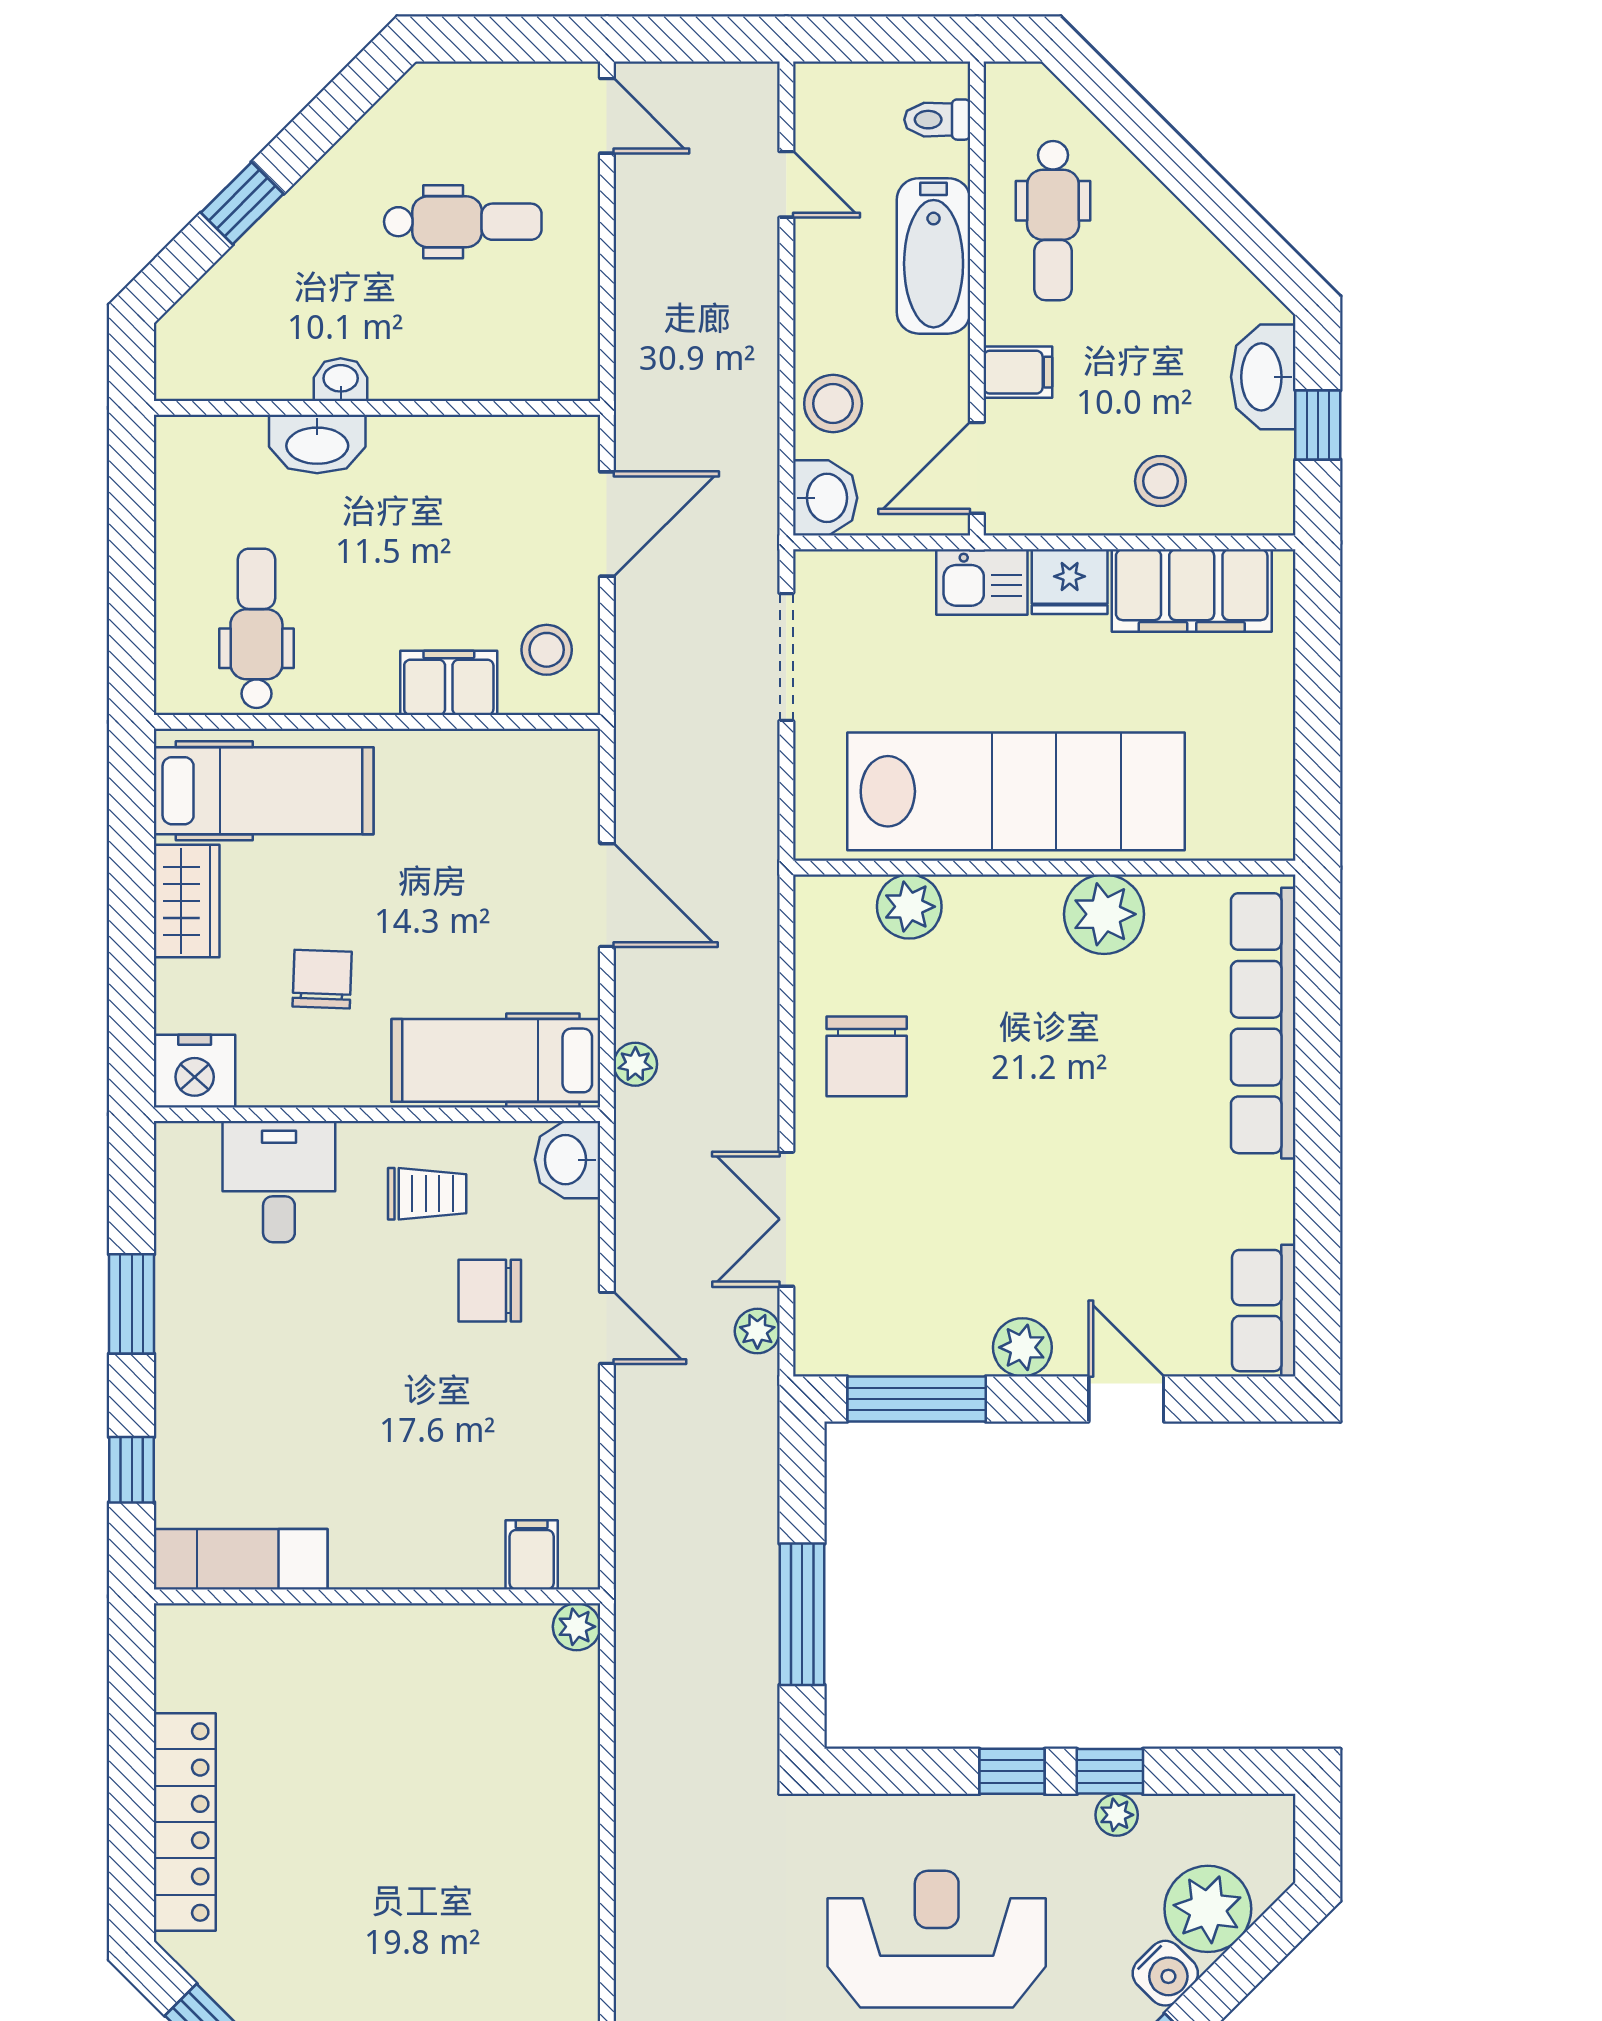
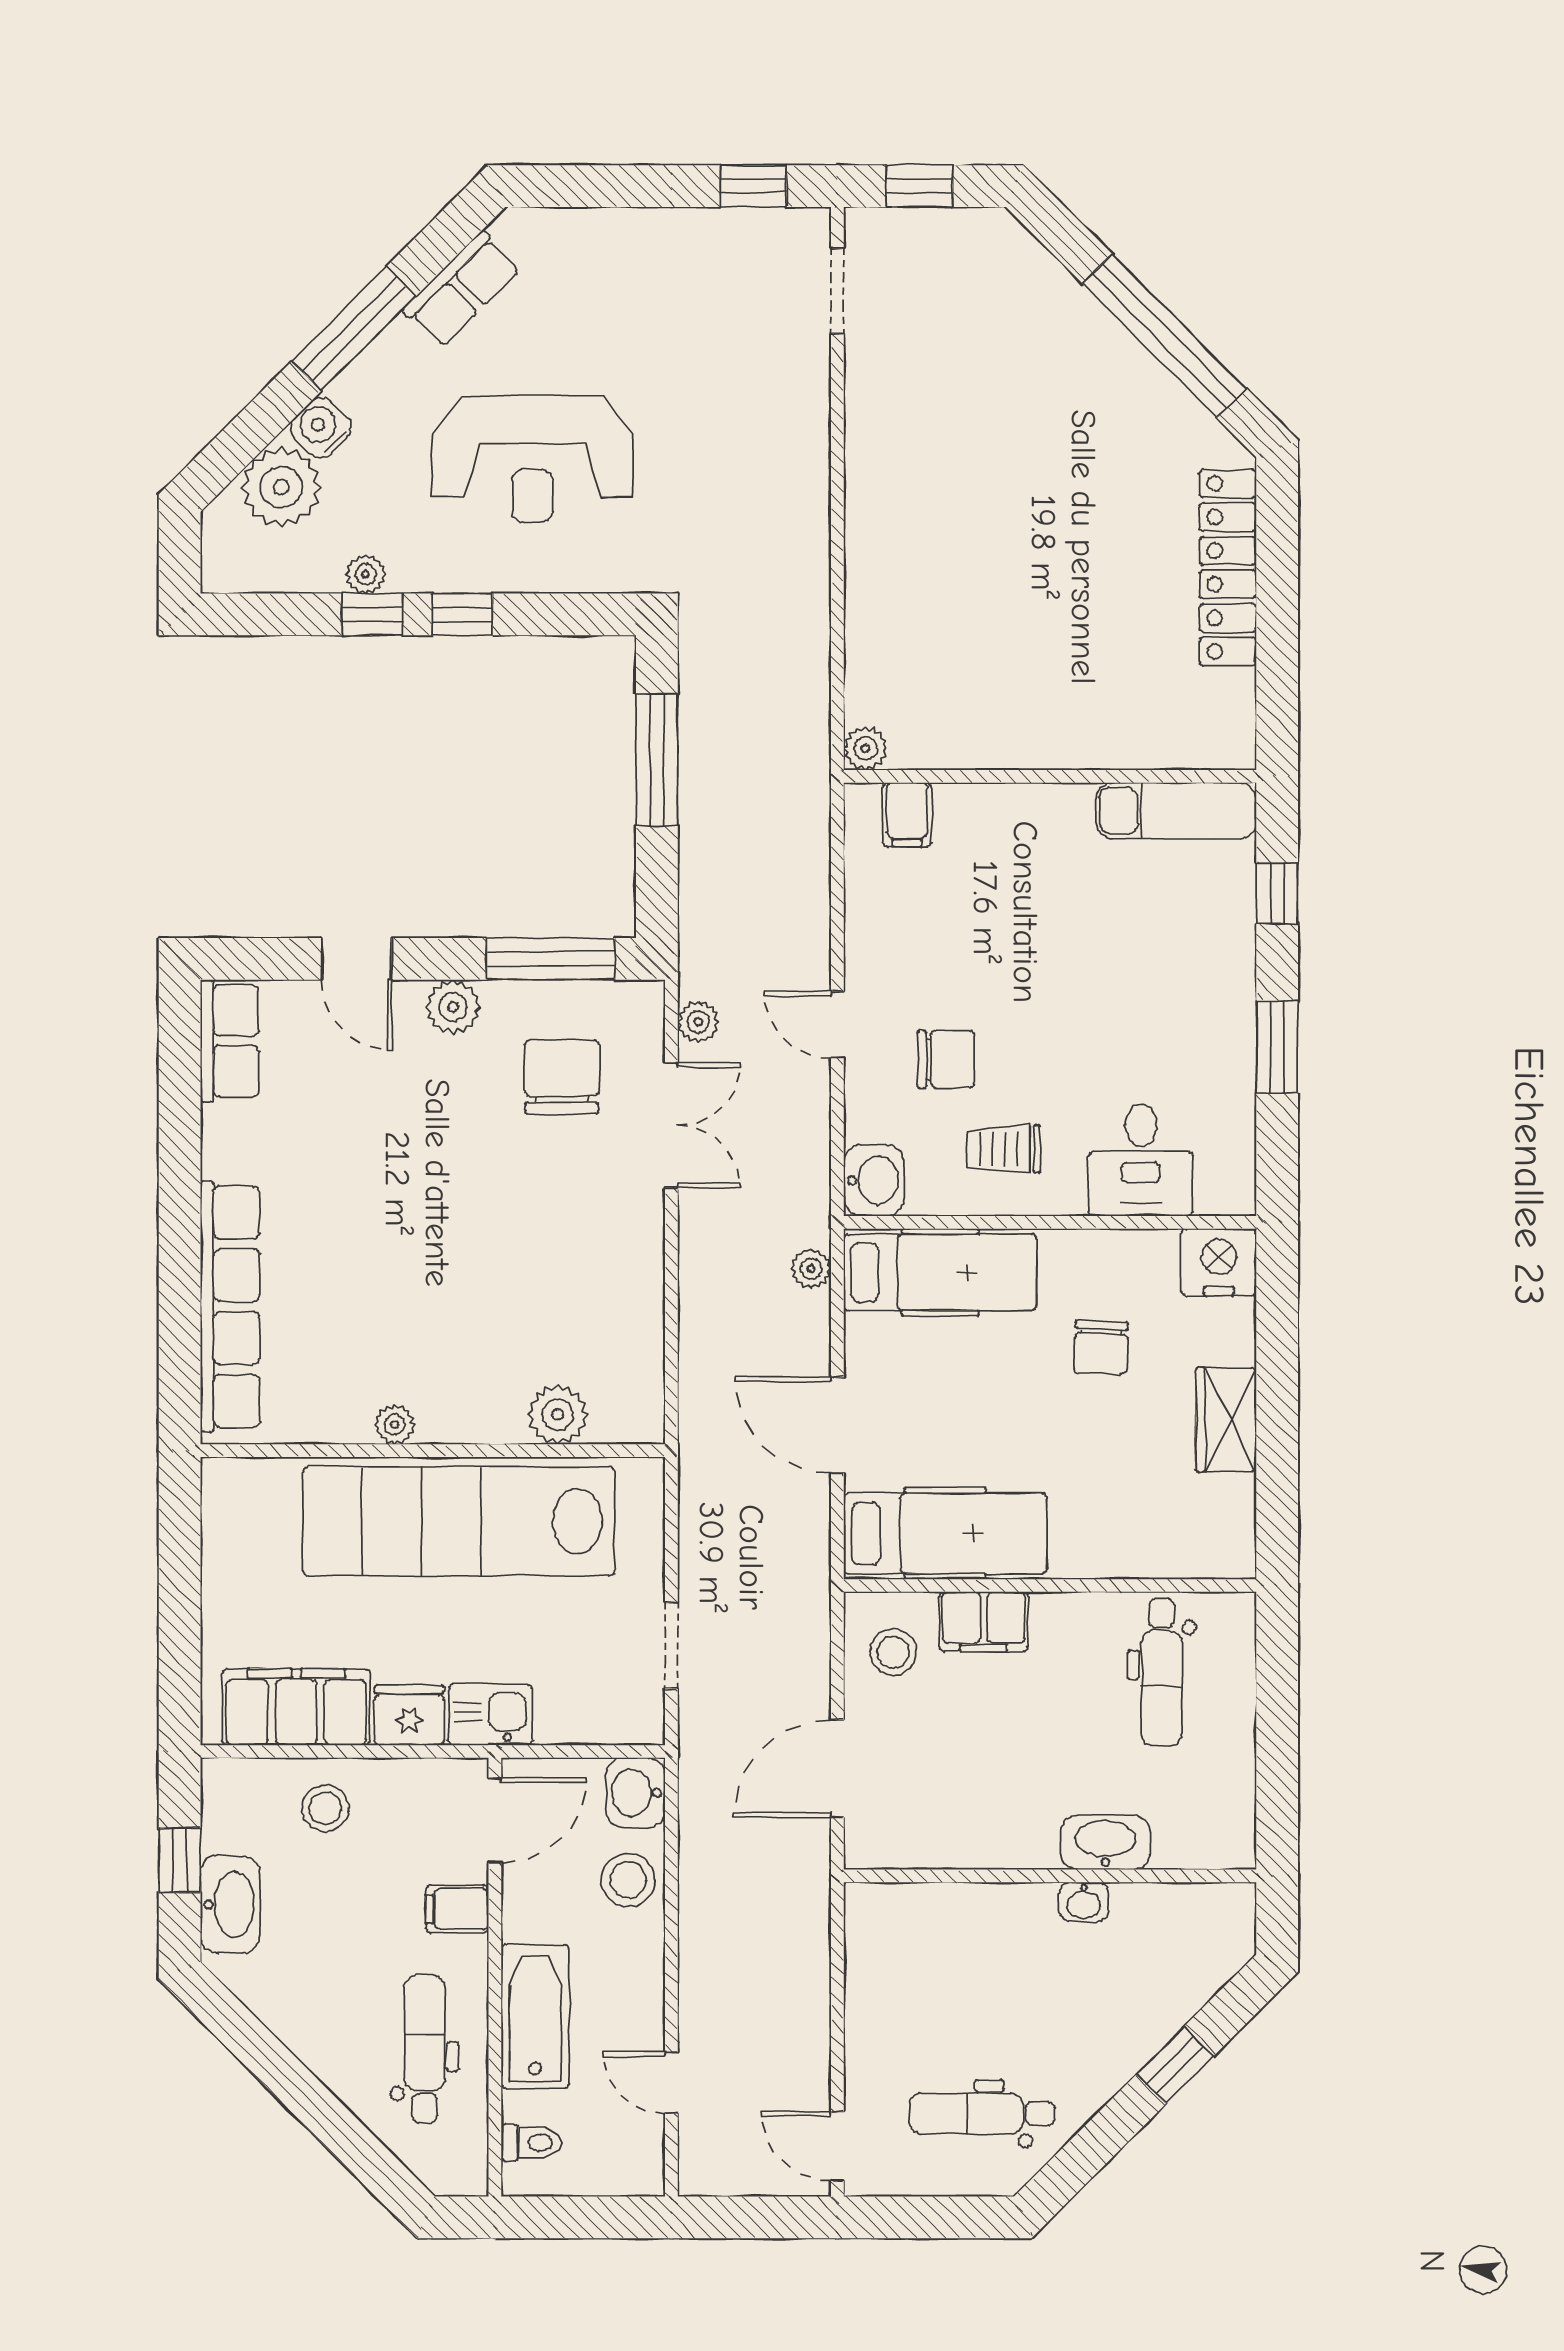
dental chair: (463, 222) -> (982, 2114), moved
doorway: (786, 657) -> (671, 1645), width x0.73
hospital bed: (264, 791) -> (945, 1533), moved, turned 180
plant: (1104, 914) -> (395, 1425), width x0.53, depth x0.53
chair: (867, 1056) -> (562, 1077), moved

